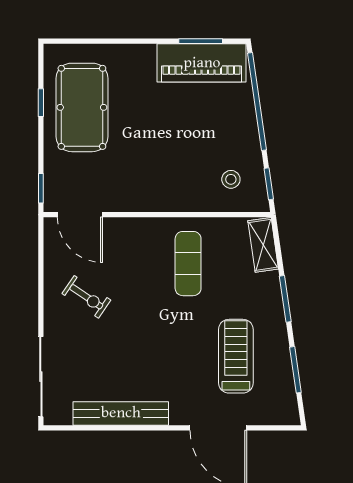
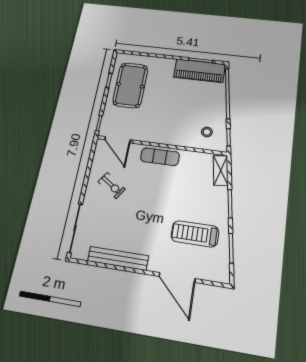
exercise mat: (188, 264) -> (160, 157), moved, turned 90
treadmill: (236, 356) -> (195, 234), turned -90

